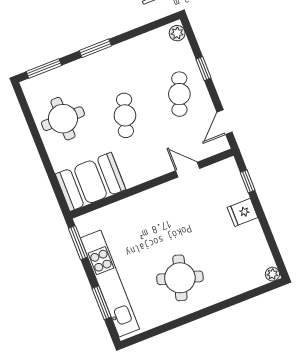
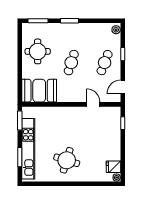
fridge: (243, 212) -> (113, 167), moved

